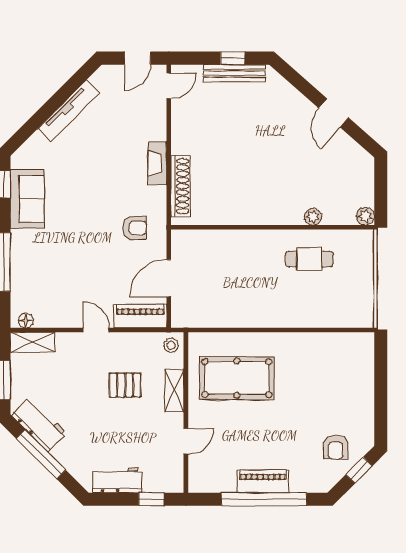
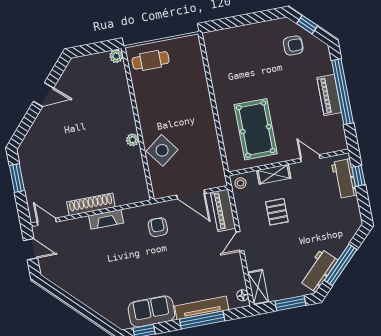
window: (233, 58) -> (17, 178), width x1.50
bench: (234, 73) -> (28, 175), removed
tv unit: (69, 111) -> (202, 308), moved, turned -45
shoe rack: (180, 186) -> (91, 204), moved
plant: (313, 217) -> (133, 140), moved
side table: (233, 252) -> (162, 150), added
cafe table: (309, 259) -> (151, 60), moved, turned 90
workbench: (117, 480) -> (344, 179), moved

